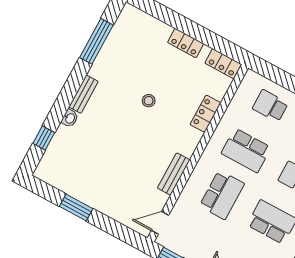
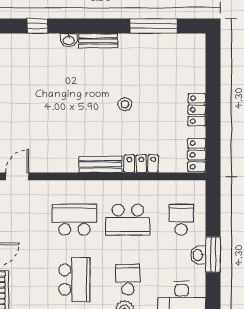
school desk: (246, 150) -> (128, 220), turned -90
bench: (174, 174) -> (101, 164), moved
school desk: (222, 195) -> (74, 220), turned 180
door: (160, 223) -> (17, 176), hinge flipped

